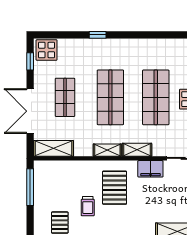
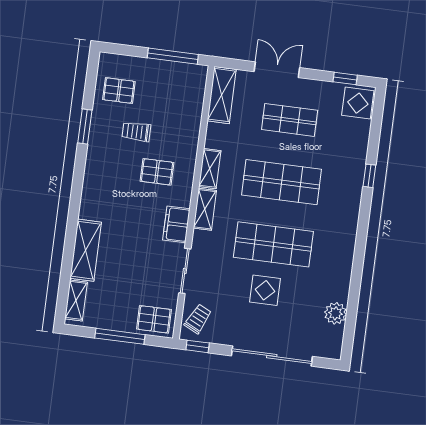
double door: (30, 111) -> (277, 70), width x0.73
pallet: (115, 188) -> (157, 172), width x0.67, depth x0.71

